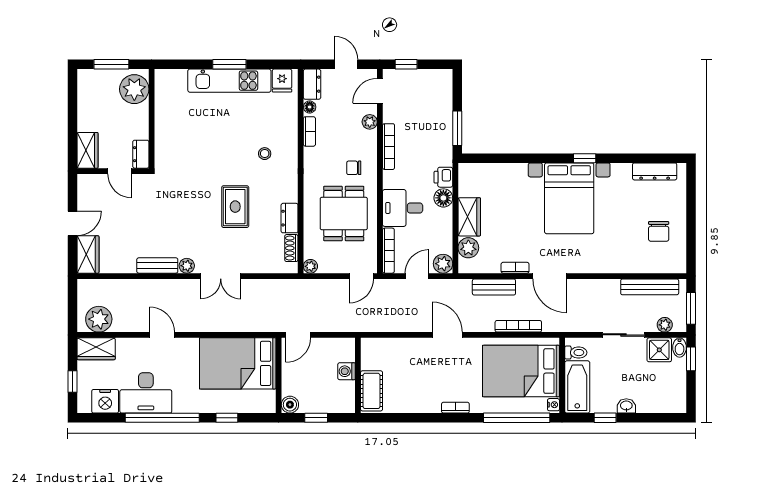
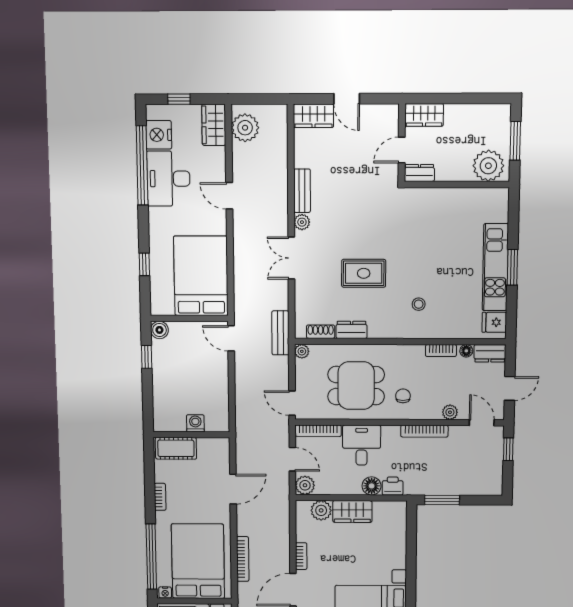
bench: (494, 287) -> (280, 333), moved
door: (162, 335) -> (229, 196), swing flipped
washing machine: (346, 371) -> (195, 423), moved
wall: (358, 375) -> (191, 435), moved
cot: (372, 391) -> (176, 448), moved
window: (162, 418) -> (142, 166), moved

